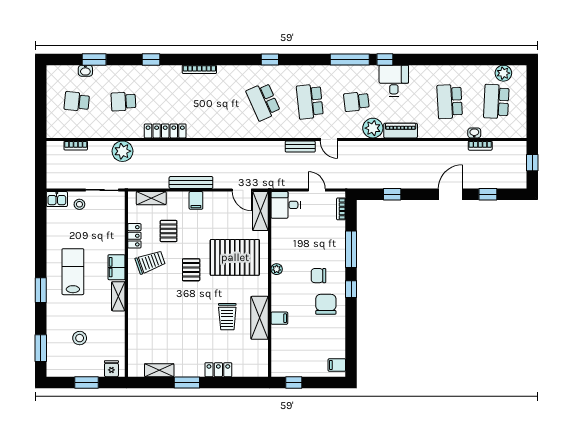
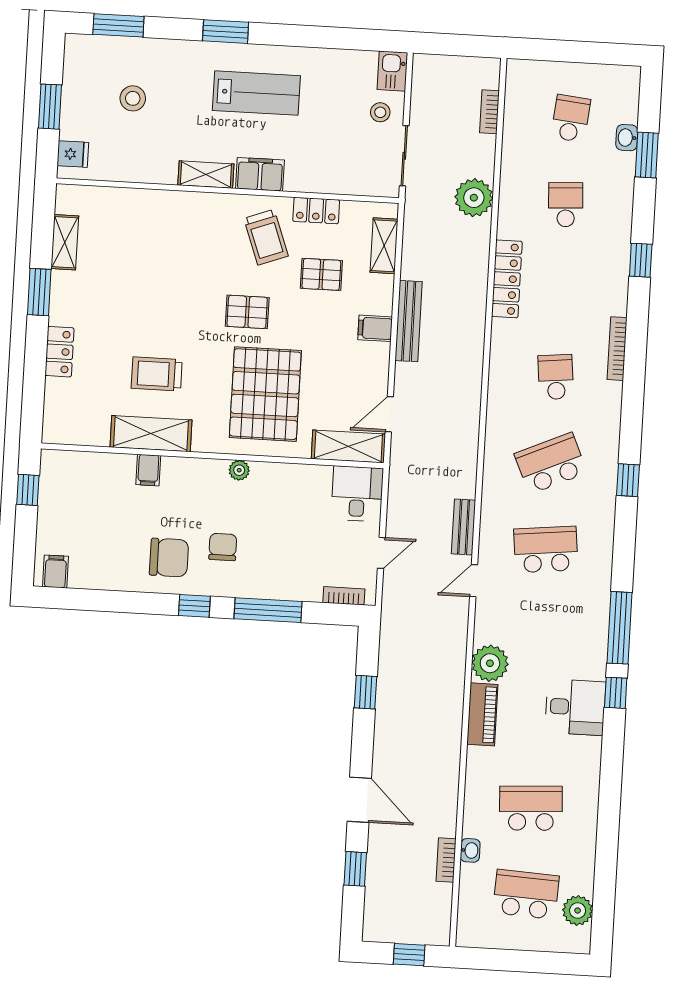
school desk: (356, 102) -> (556, 377), moved

